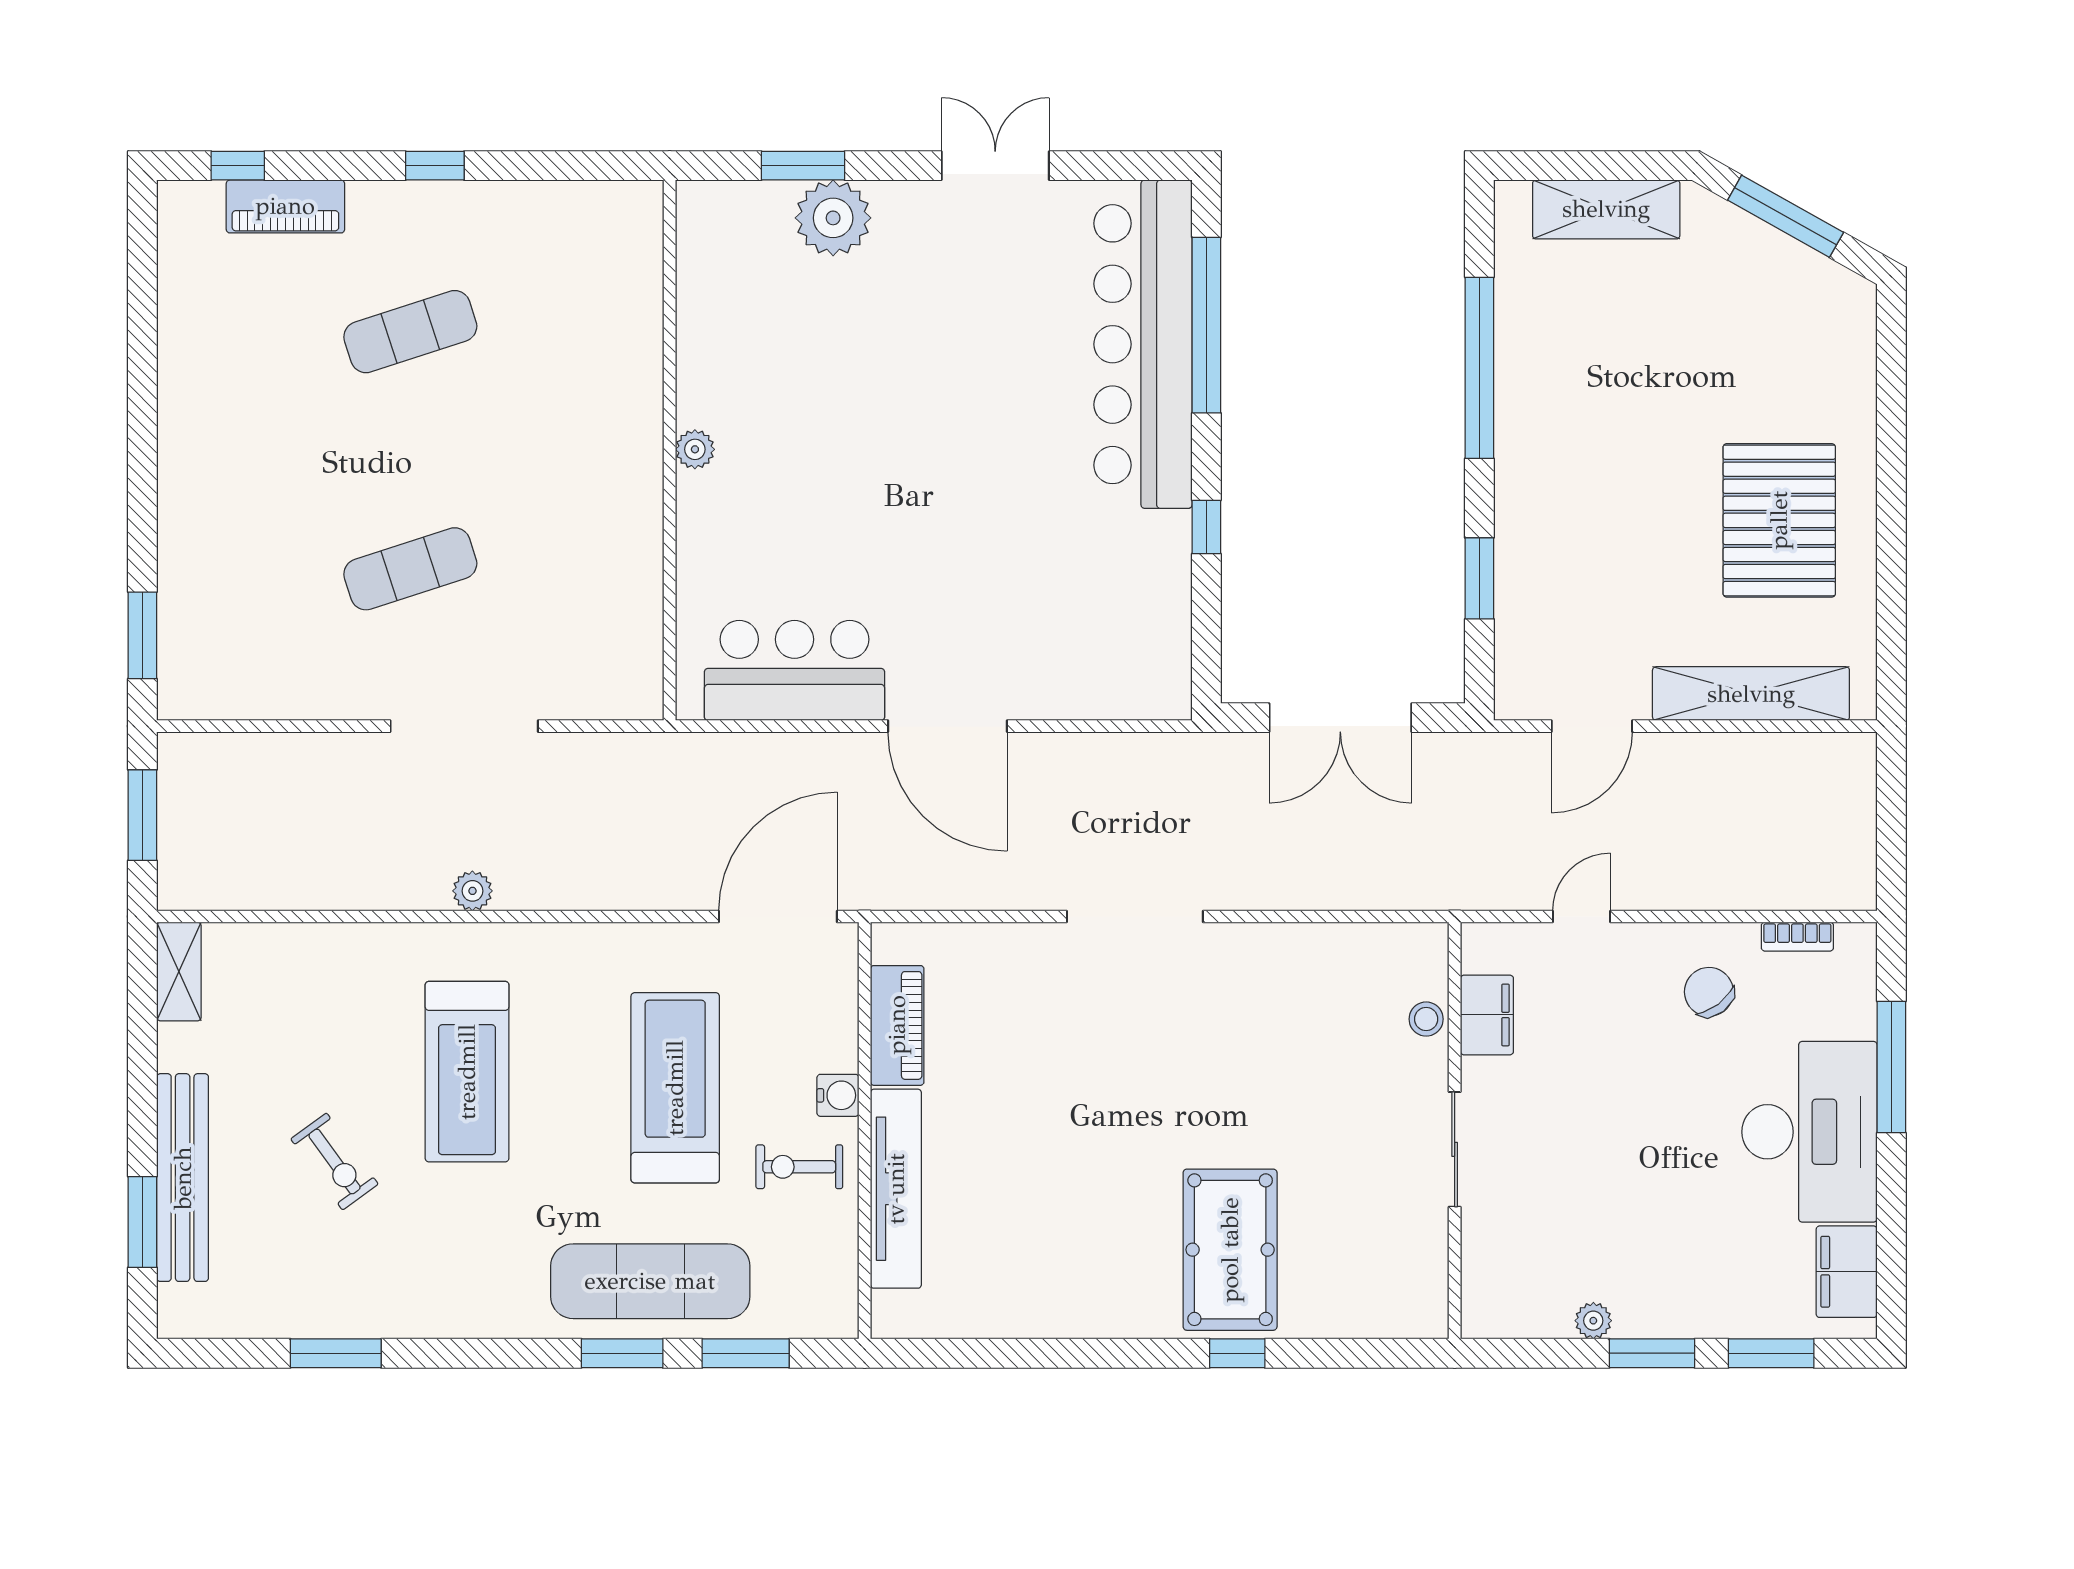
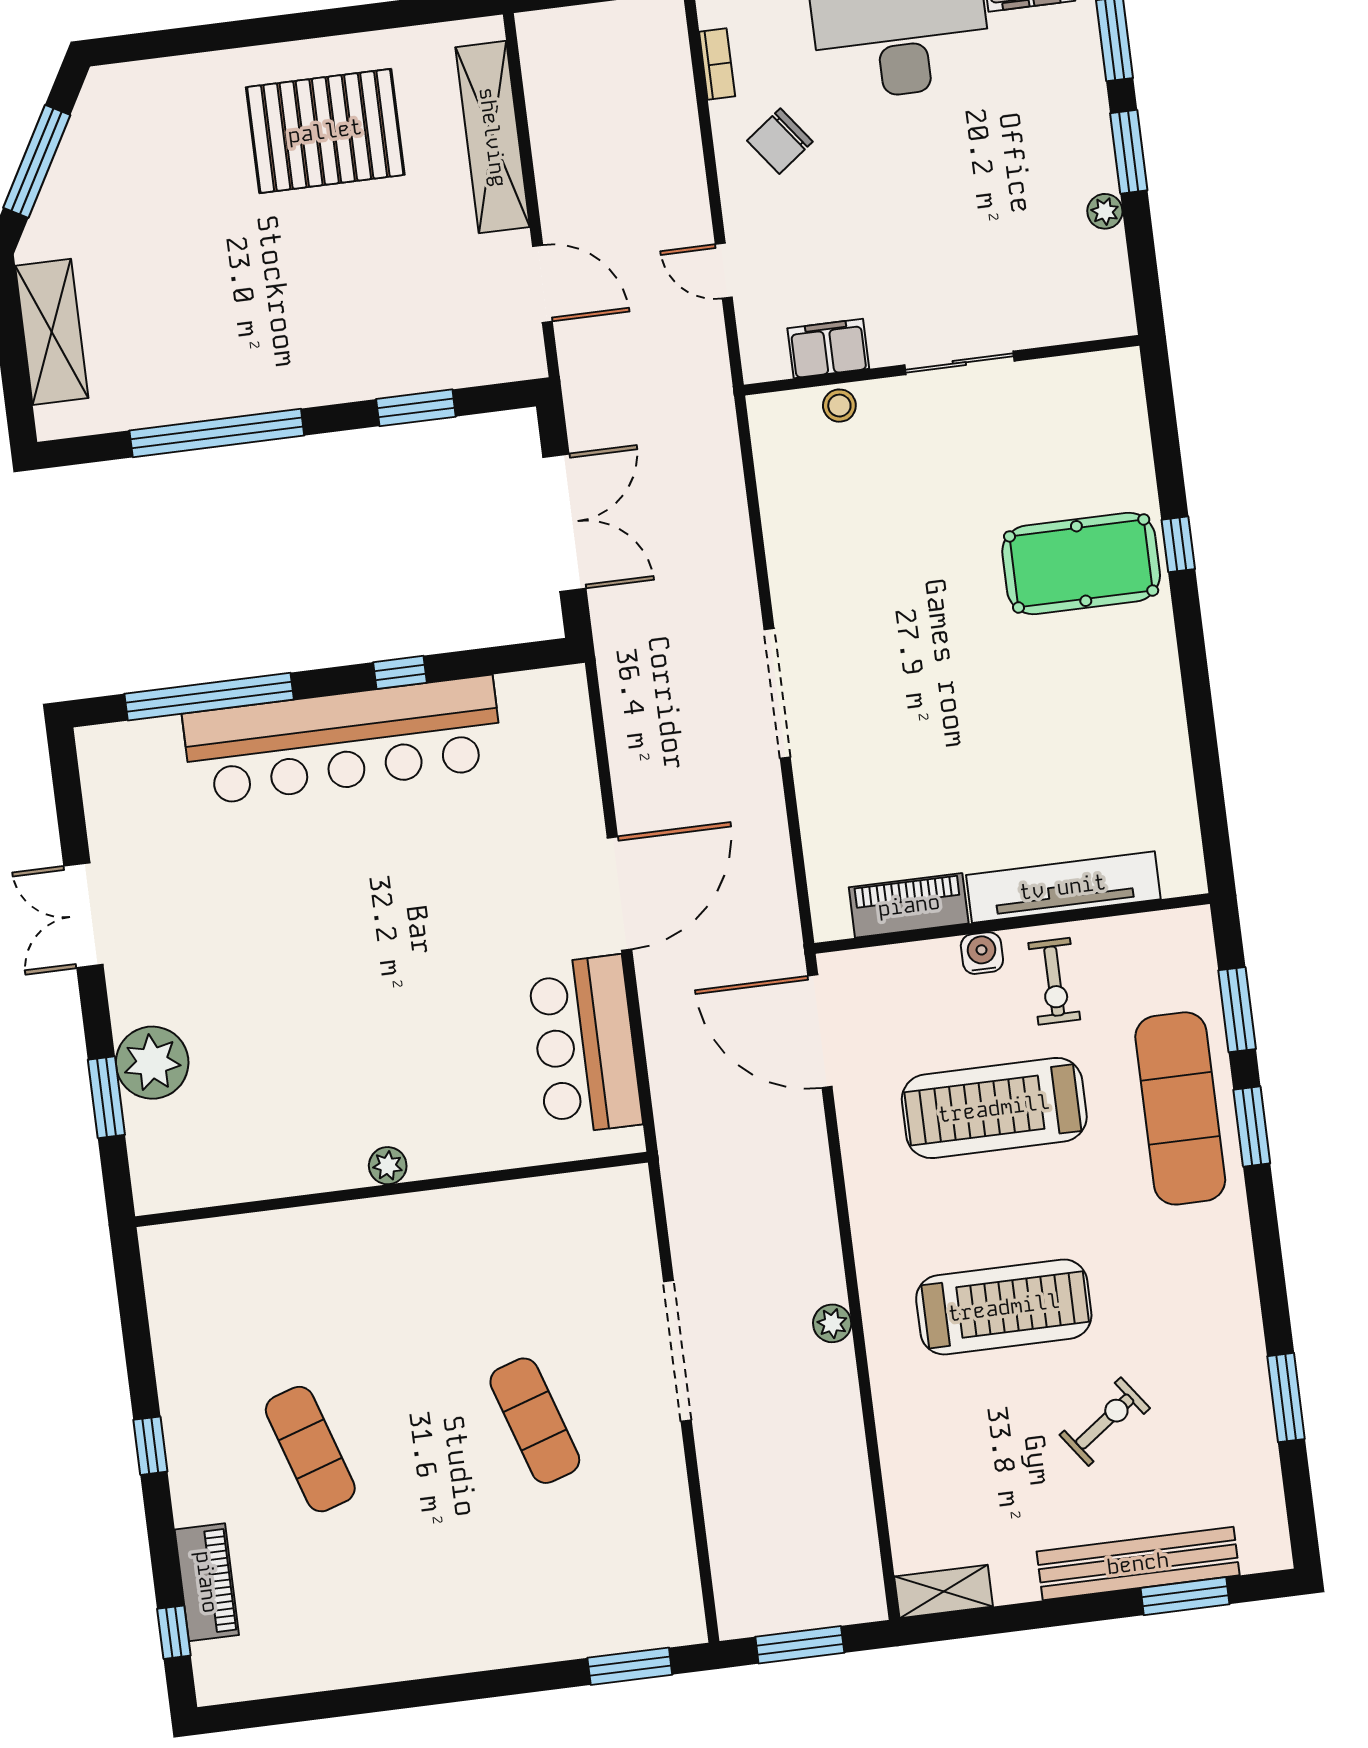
bar counter: (1143, 344) -> (343, 741), moved

